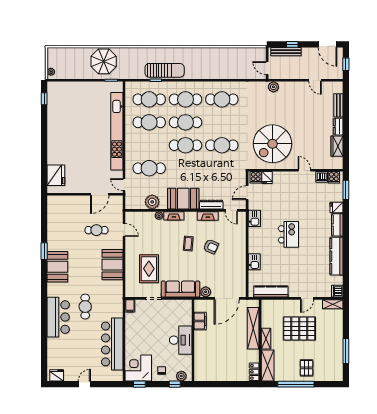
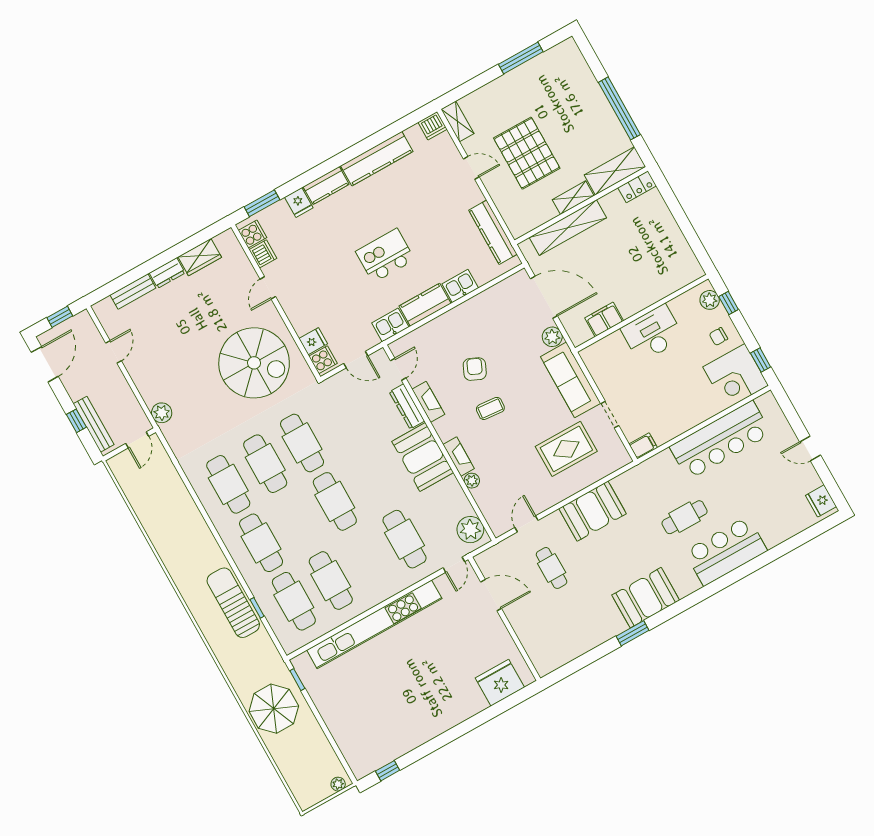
cafe table: (186, 122) -> (265, 464), moved
plant: (152, 202) -> (470, 530), moved
kitchen counter: (255, 240) -> (425, 305), added
pallet: (307, 368) -> (583, 106), removed

